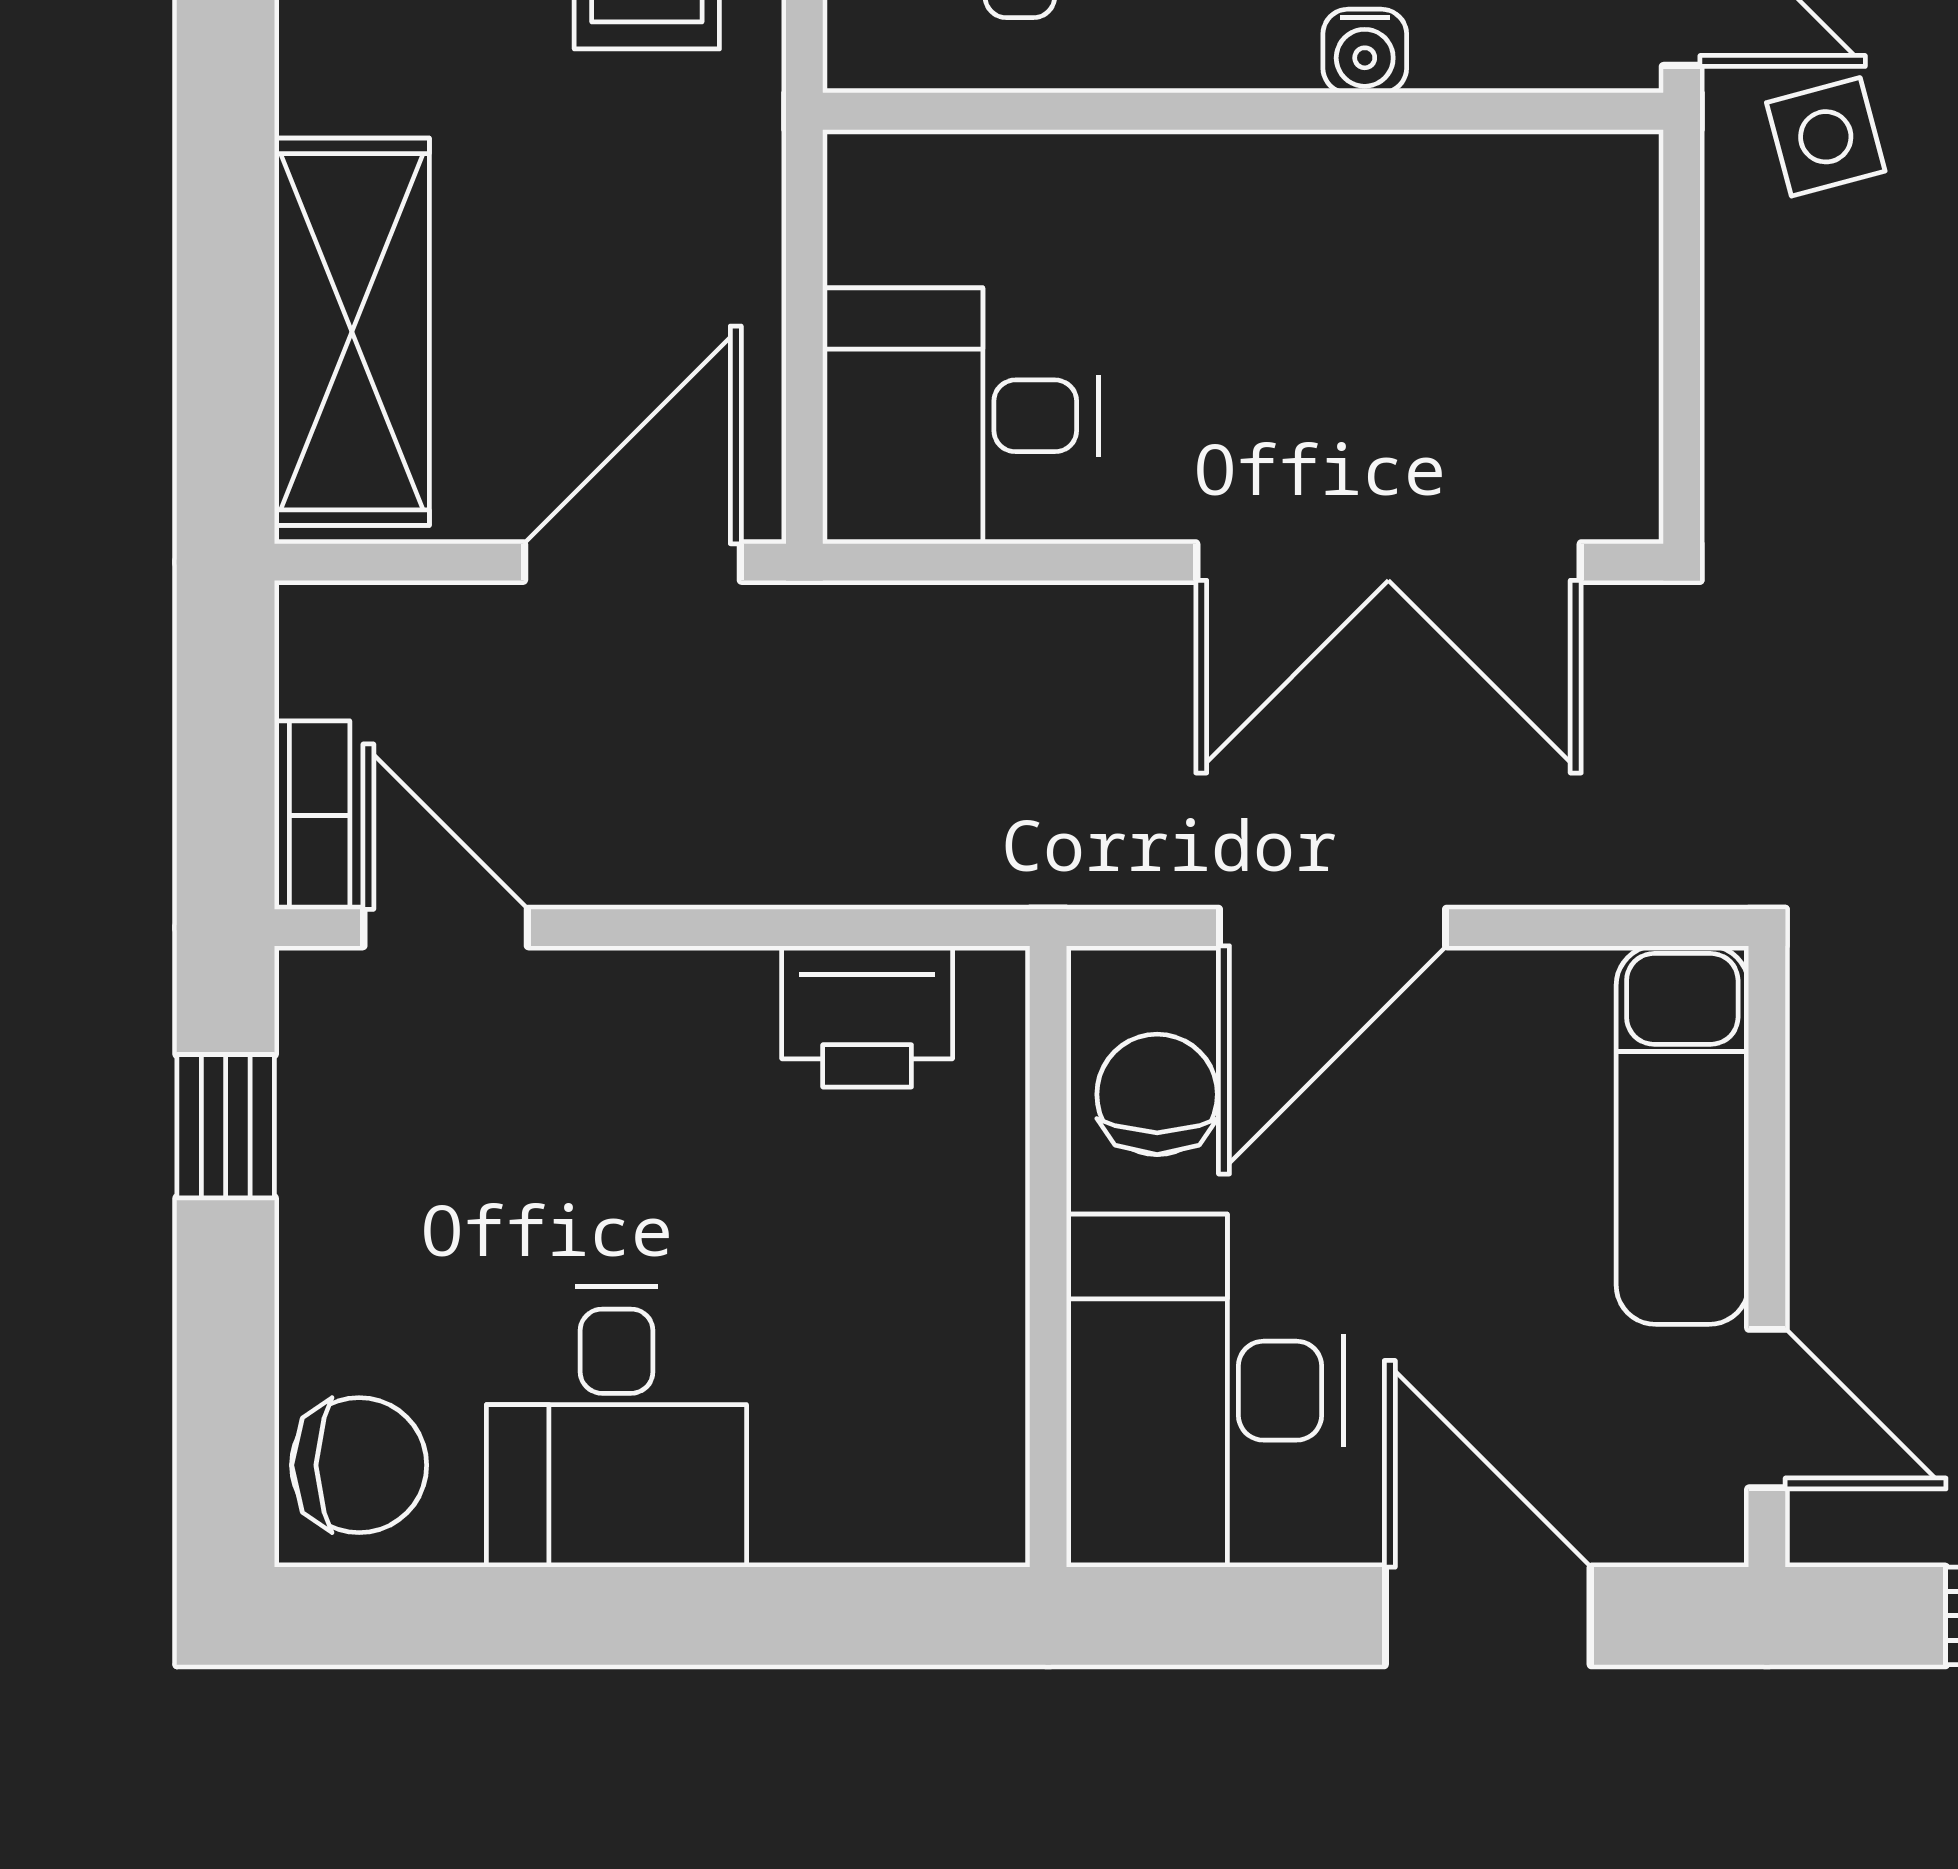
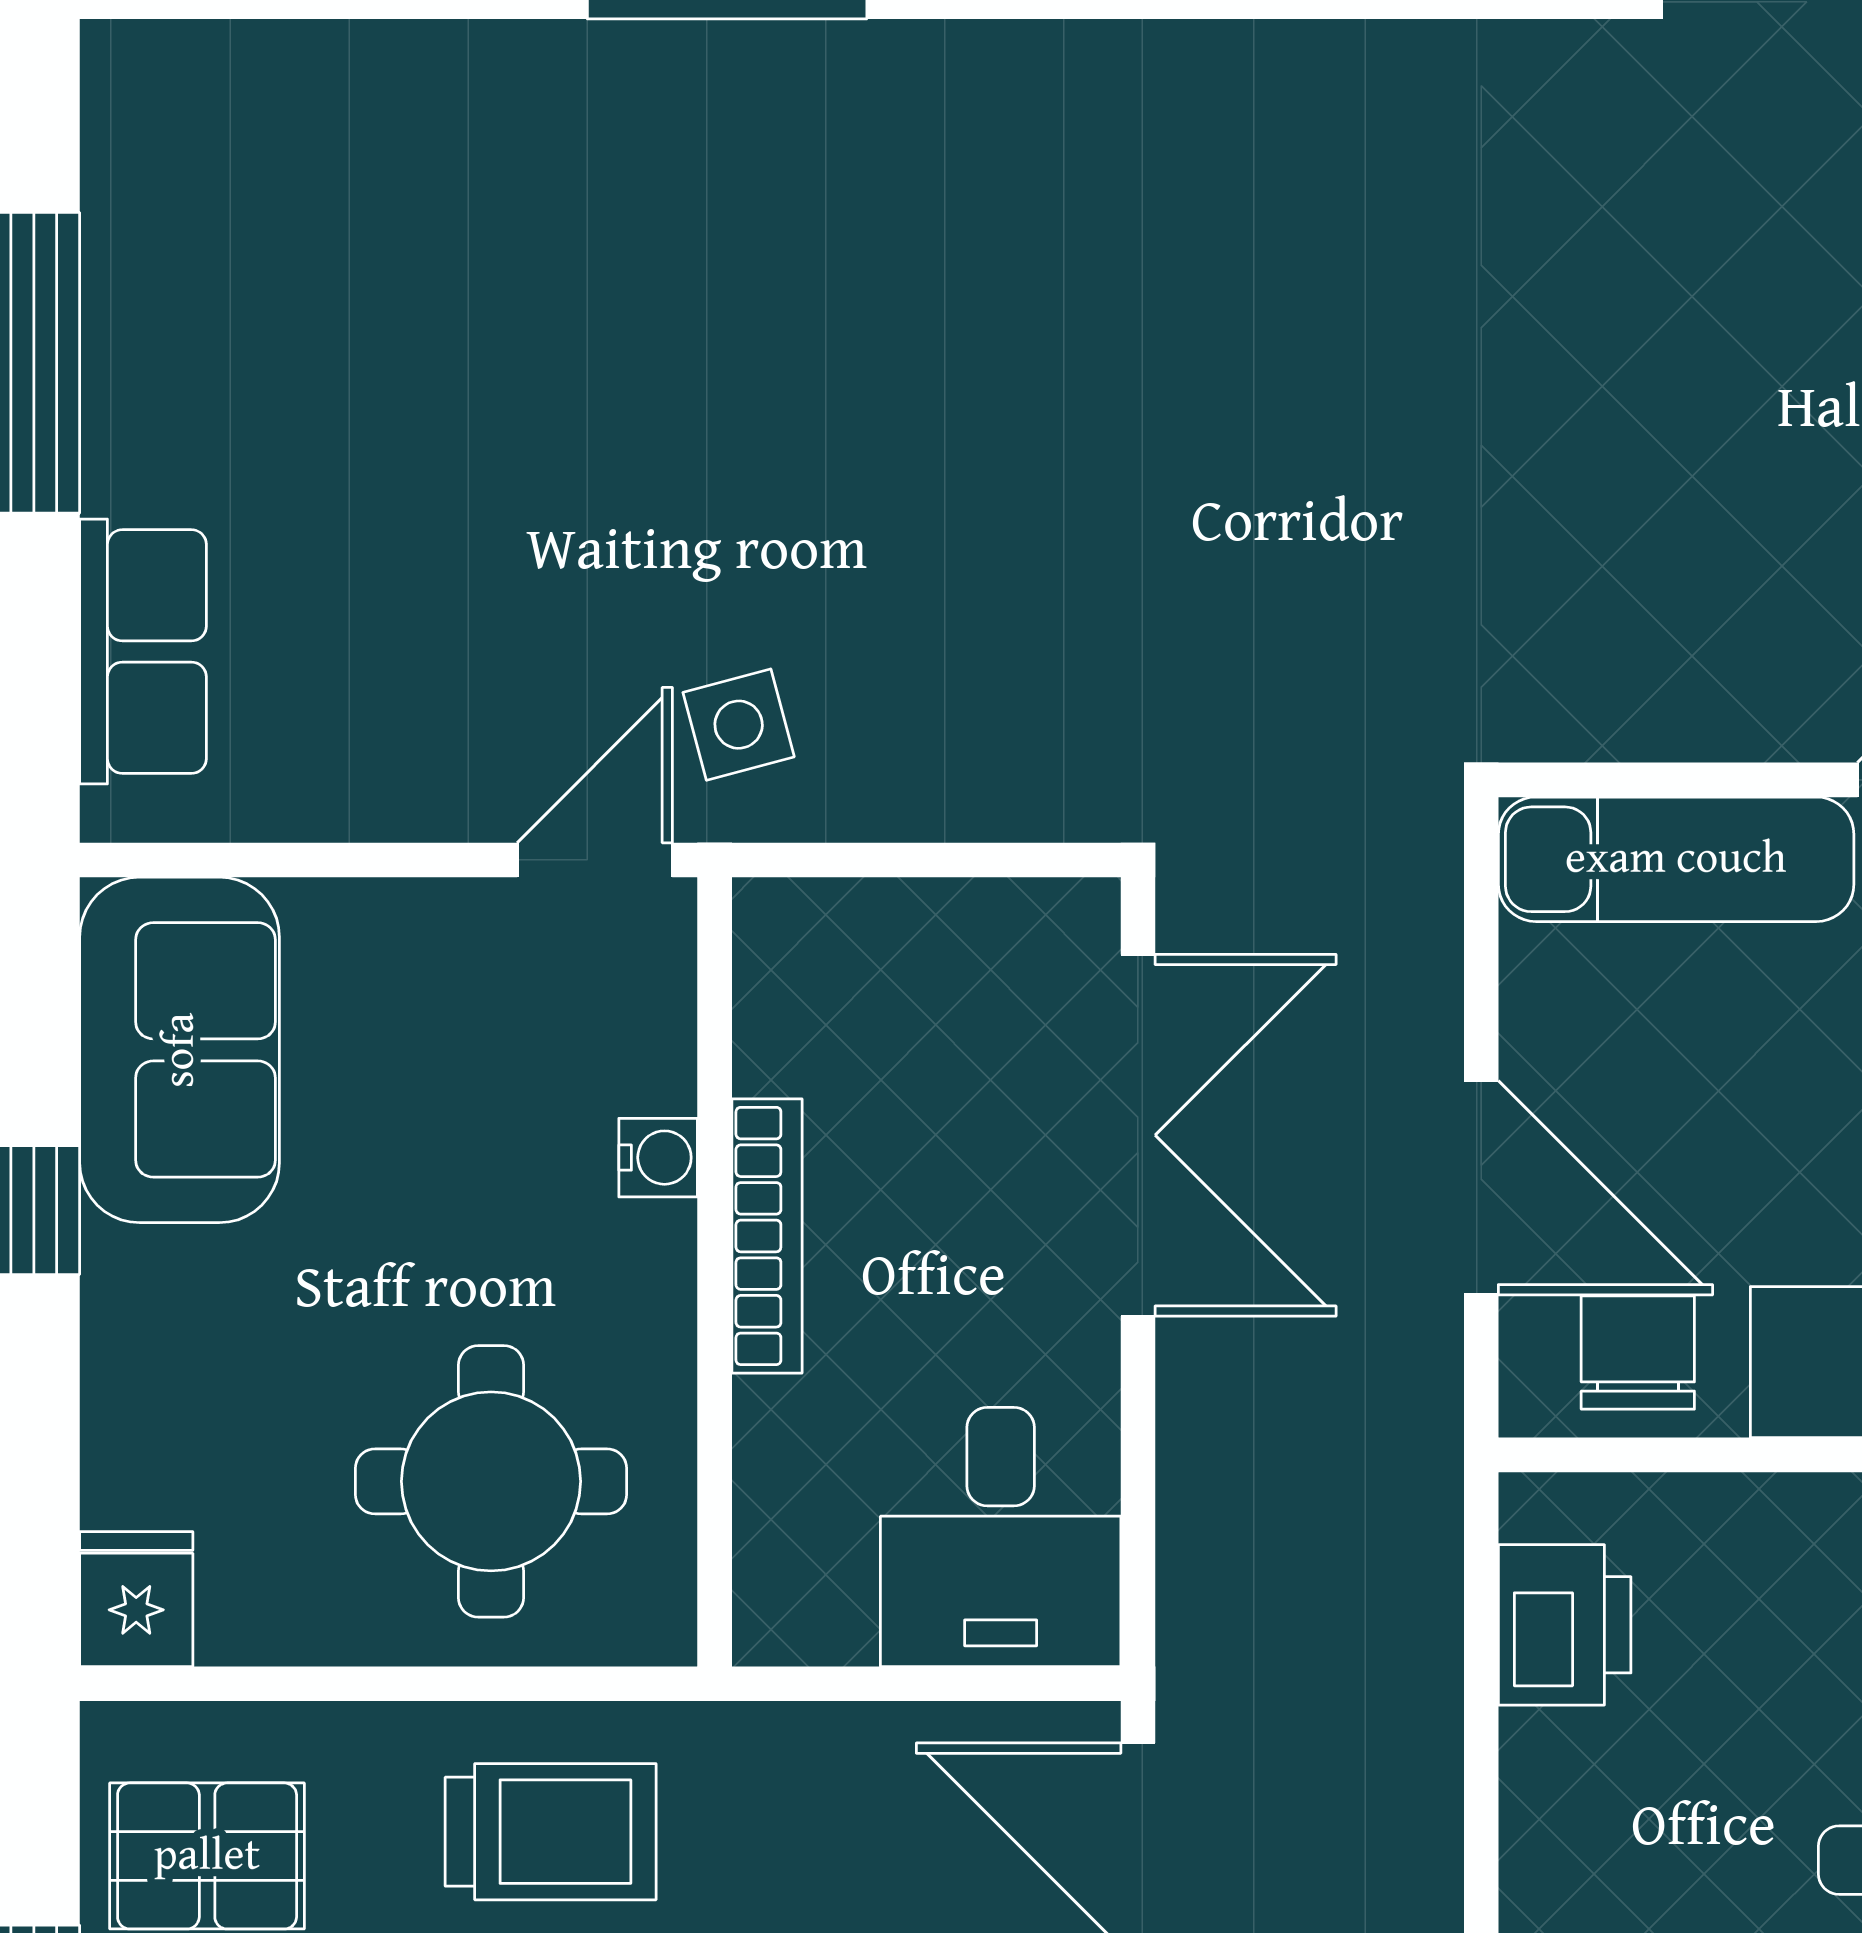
bookcase: (1281, 167) -> (767, 1236), added
chair: (1157, 1094) -> (1638, 1353), turned 90

